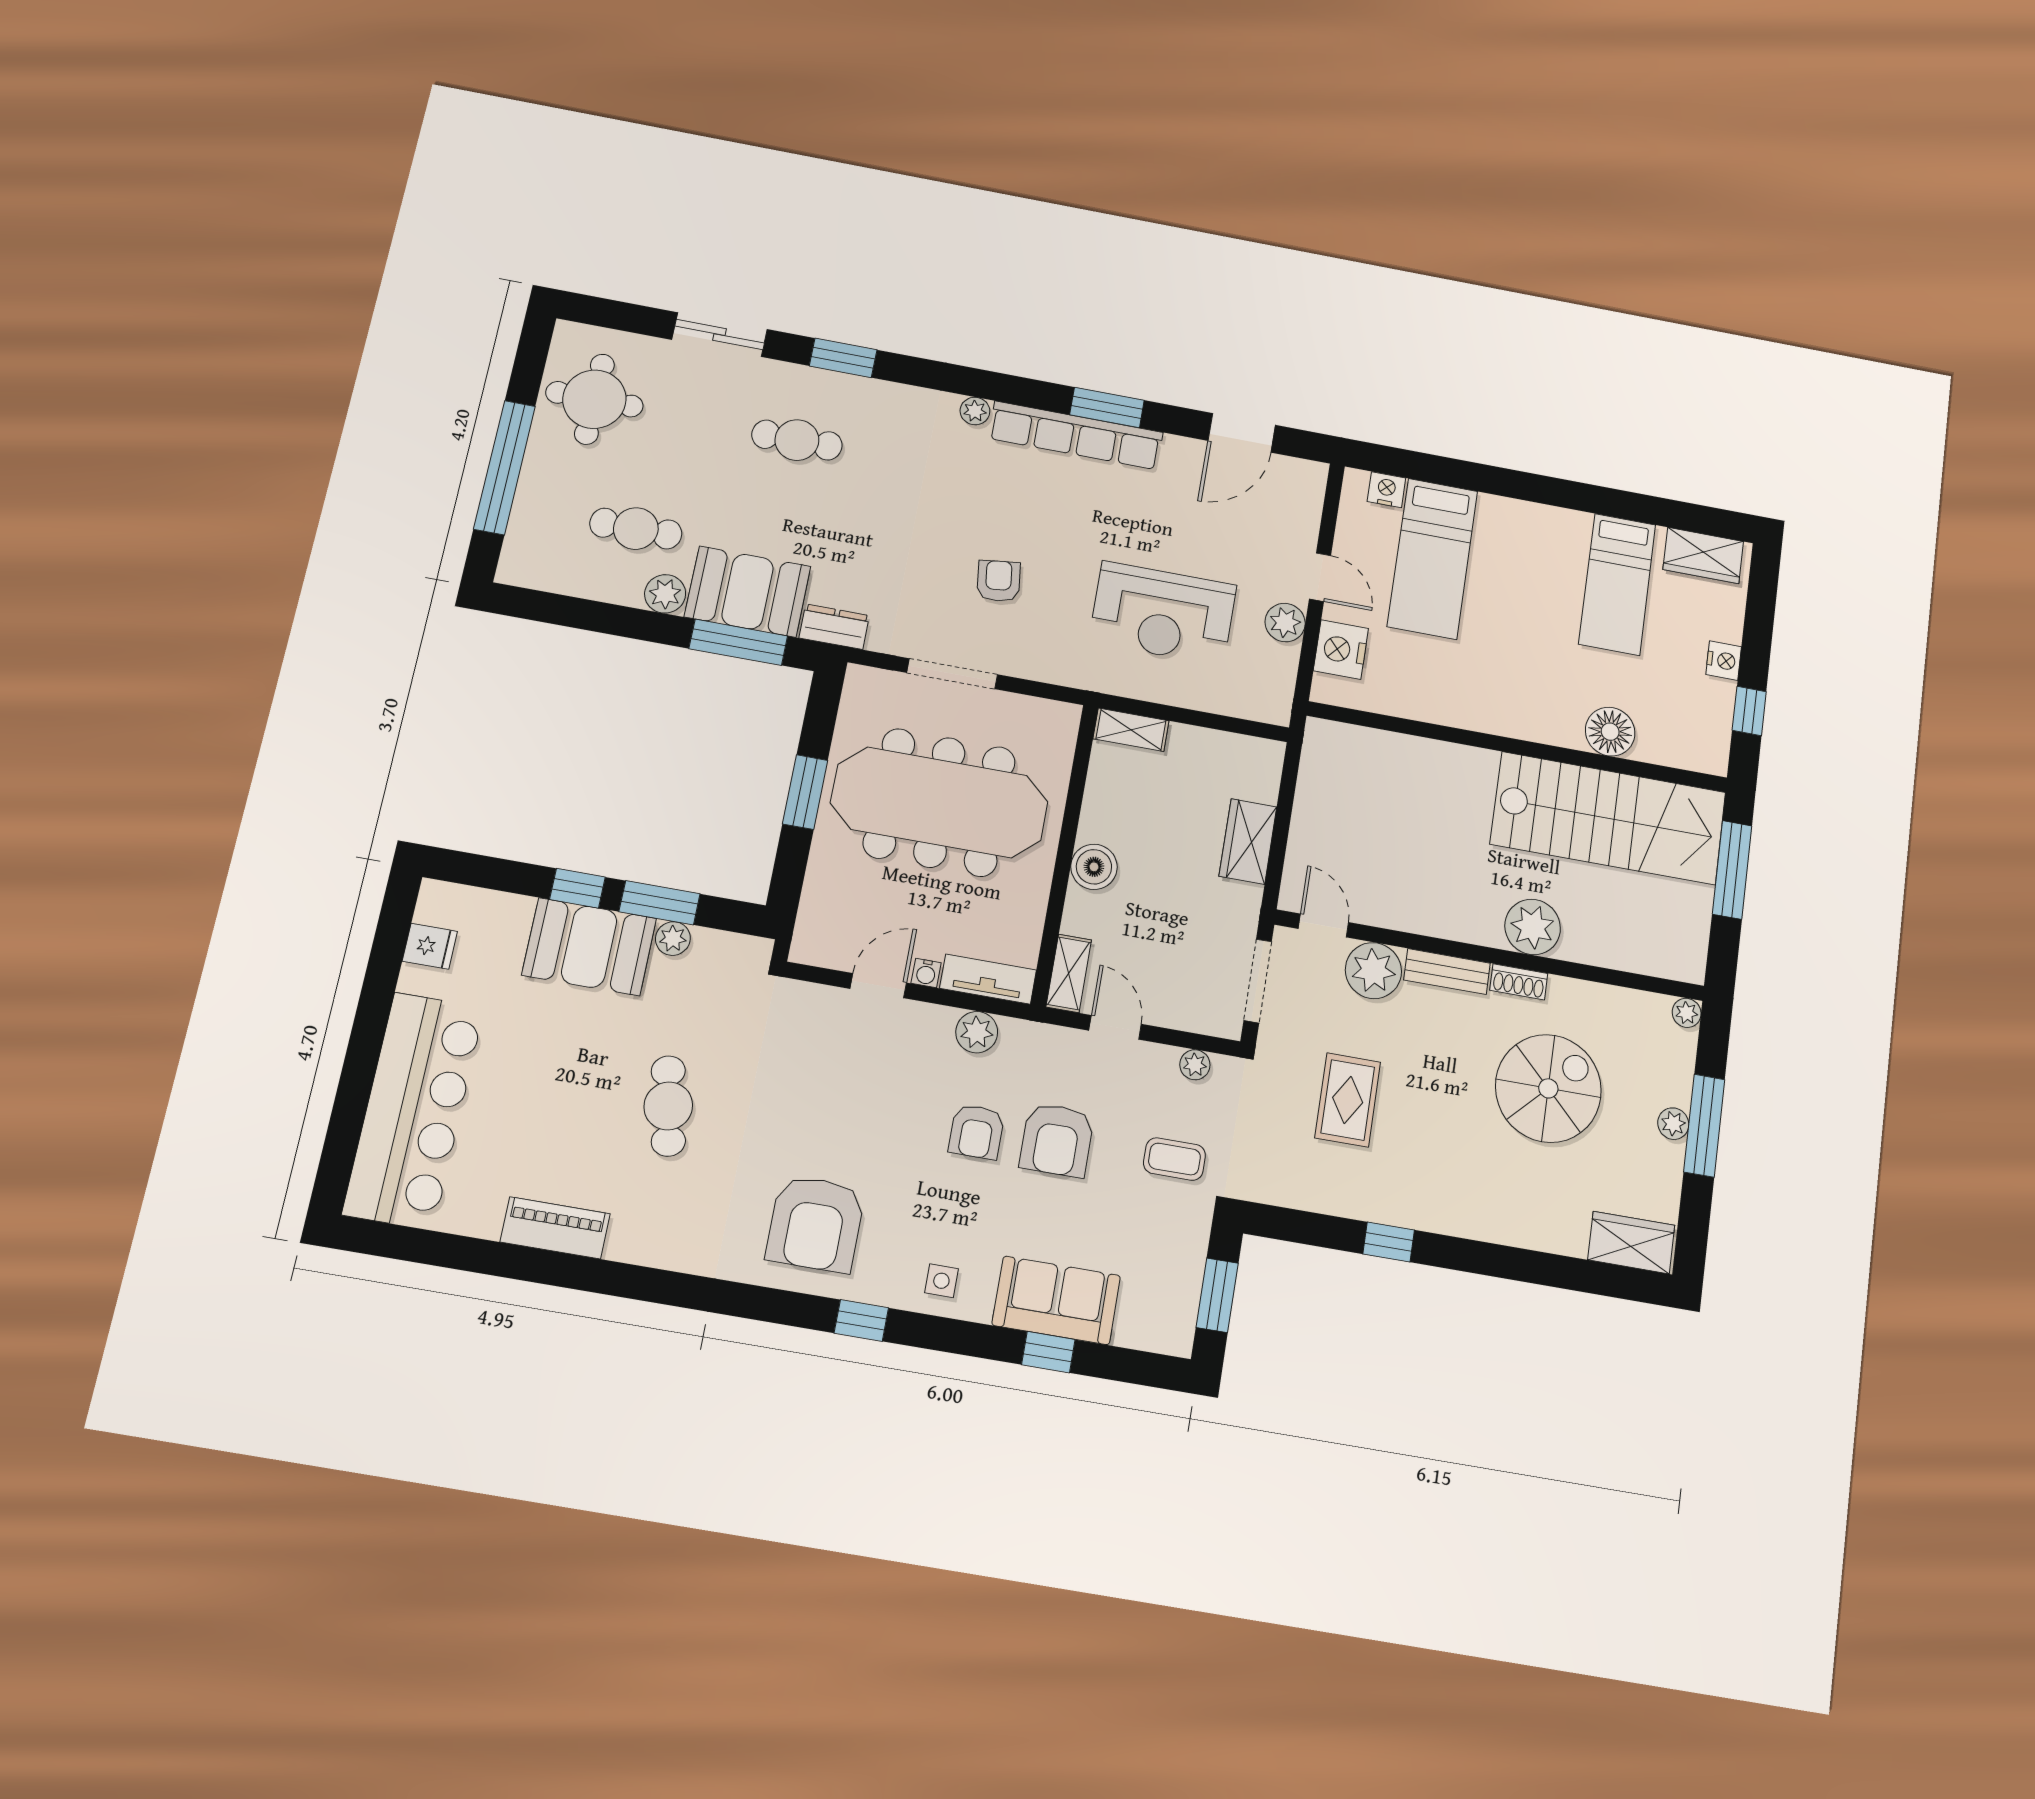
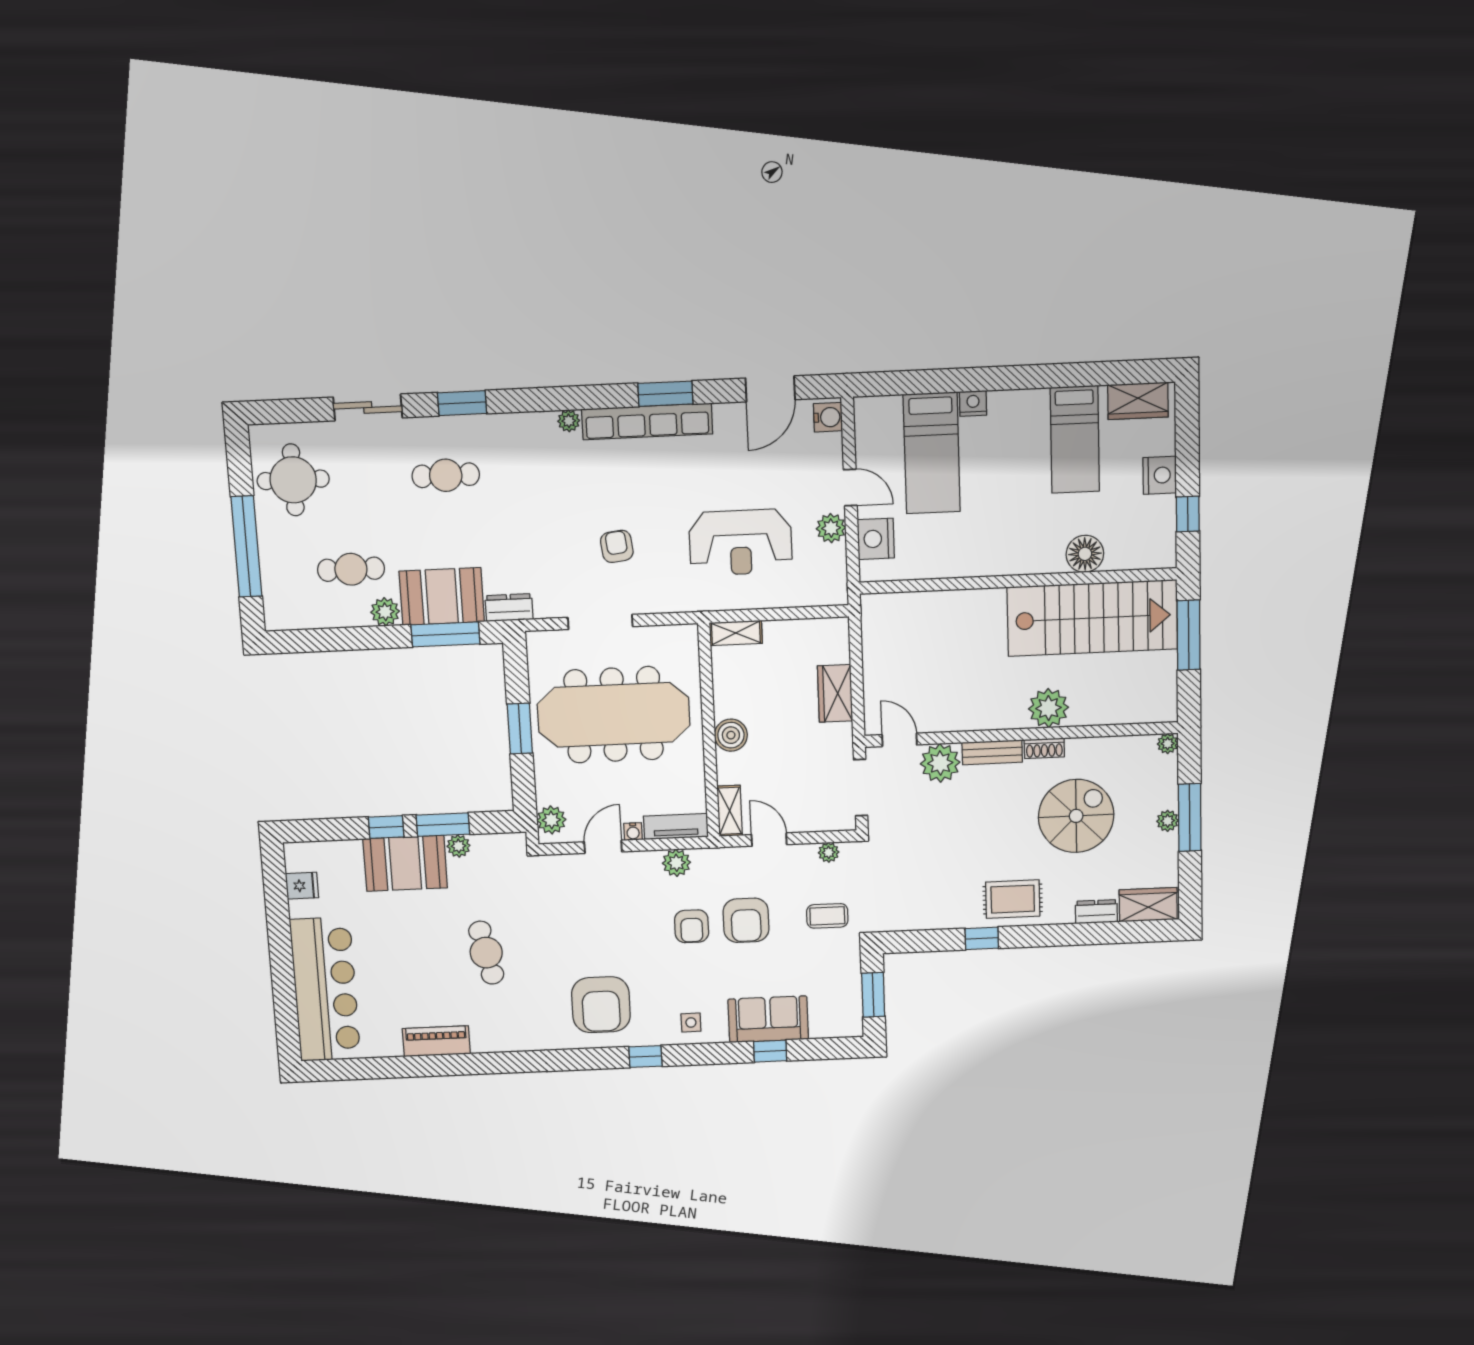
water cooler: (1308, 484) -> (828, 417), added
nightstand: (1386, 490) -> (973, 403), moved
nightstand: (1724, 661) -> (1160, 475), width x1.36, depth x1.33
plant: (815, 930) -> (551, 820), added
rug: (1348, 1100) -> (1013, 899), moved, turned 90
dresser: (1557, 1237) -> (1096, 912), added

